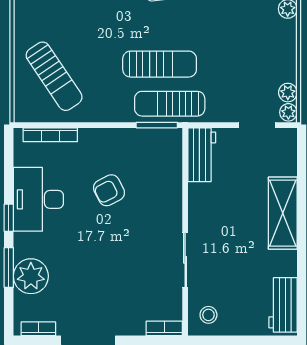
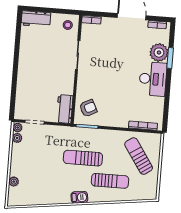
sun lounger: (170, 104) -> (110, 181), moved
armchair: (109, 190) -> (88, 108), moved
desk: (38, 199) -> (153, 79), moved
shelving: (283, 213) -> (25, 75), removed
window: (9, 218) -> (168, 84), removed
workbench: (283, 305) -> (36, 19), moved, turned 90

